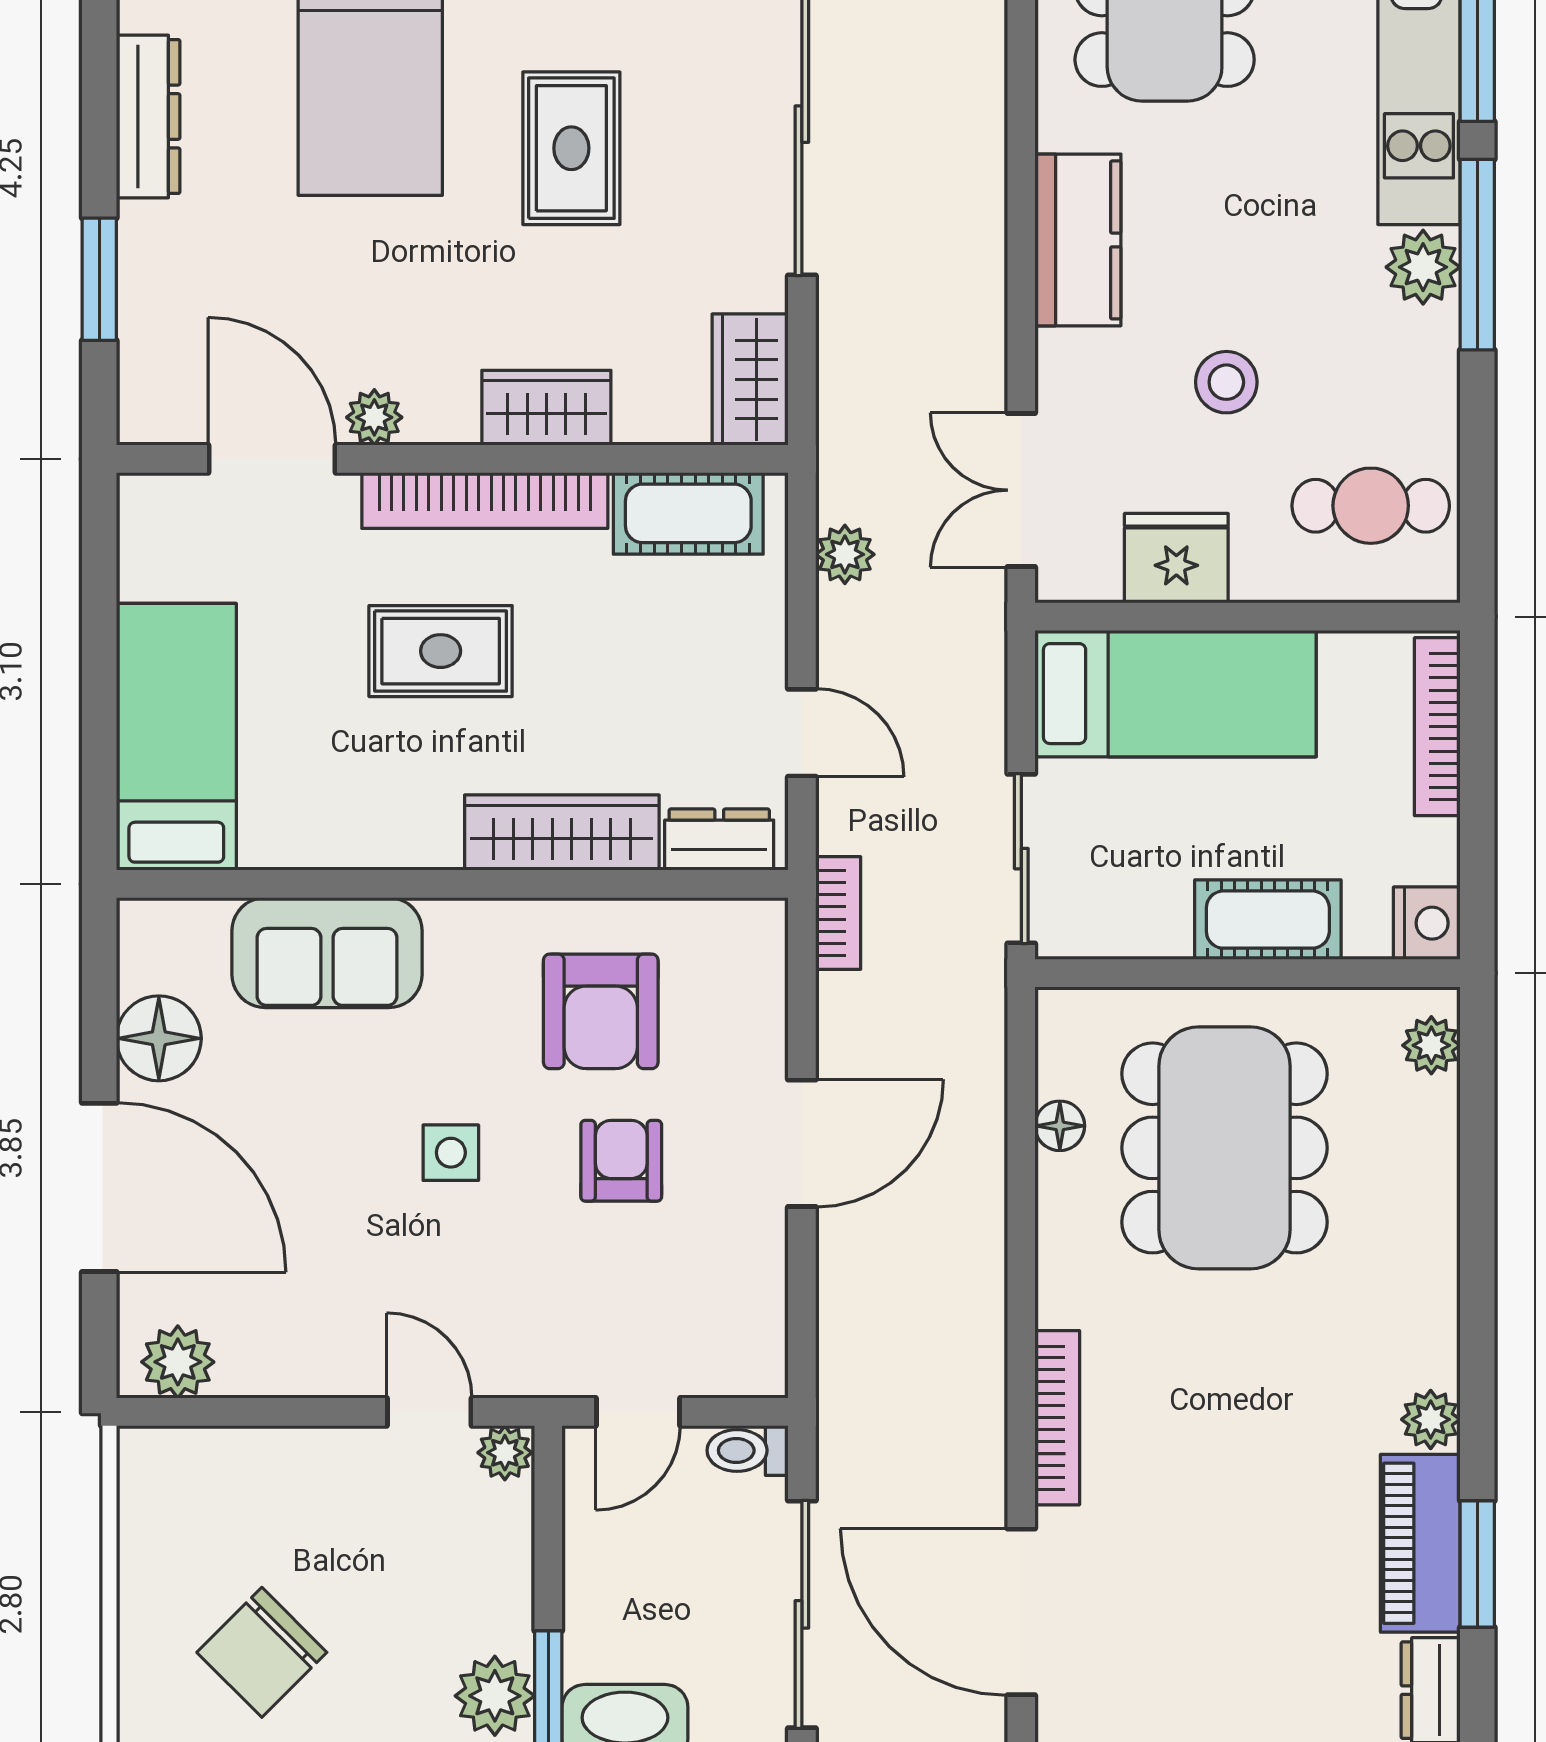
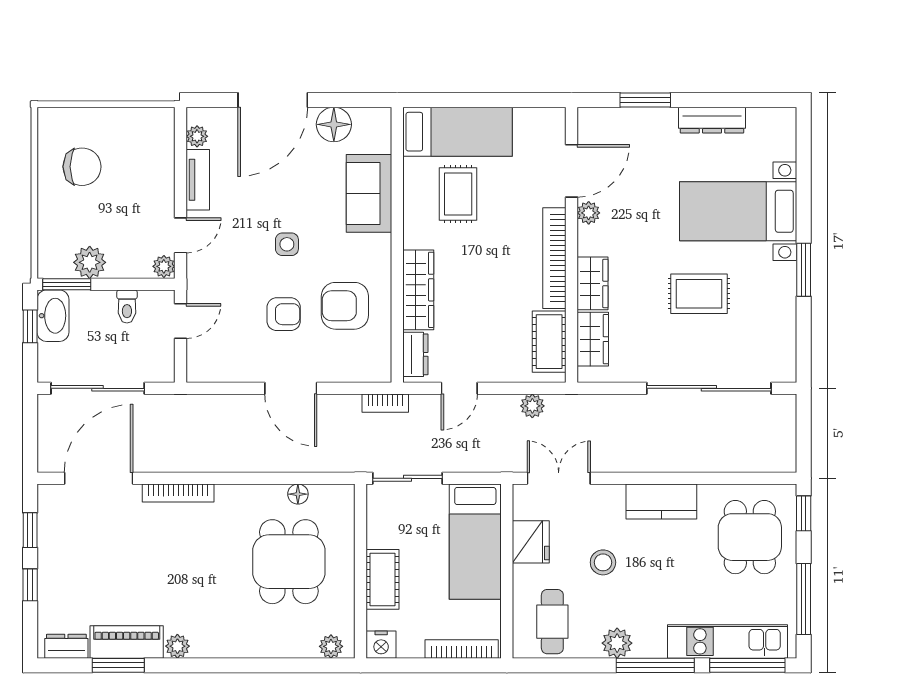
plant: (1423, 267) -> (617, 643), moved
wardrobe: (750, 380) -> (593, 339), moved, turned 90
rug: (441, 651) -> (458, 194), moved
dining table: (1225, 1148) -> (289, 562), width x0.73
plant: (178, 1362) -> (197, 136), width x0.73, depth x0.73
tv unit: (293, 1370) -> (198, 180), added
door: (638, 1412) -> (181, 321), swing flipped
toilet: (748, 1450) -> (127, 306), moved, turned 180
chair: (262, 1652) -> (82, 167), turned 135
plant: (495, 1696) -> (90, 262), moved

